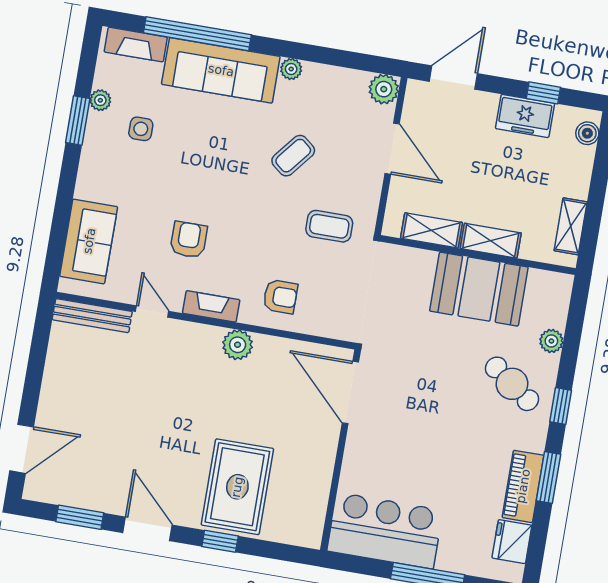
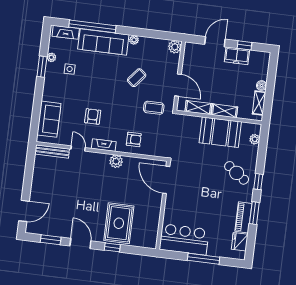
door: (453, 77) -> (215, 42), moved
boiler: (587, 133) -> (262, 86), moved
door: (392, 149) -> (178, 85), moved
plant: (551, 341) -> (255, 139), moved

